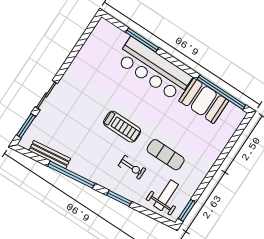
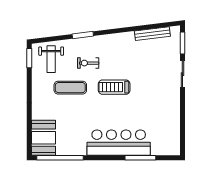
booth: (204, 101) -> (43, 138), moved, turned 90
window: (71, 175) -> (128, 29), removed

